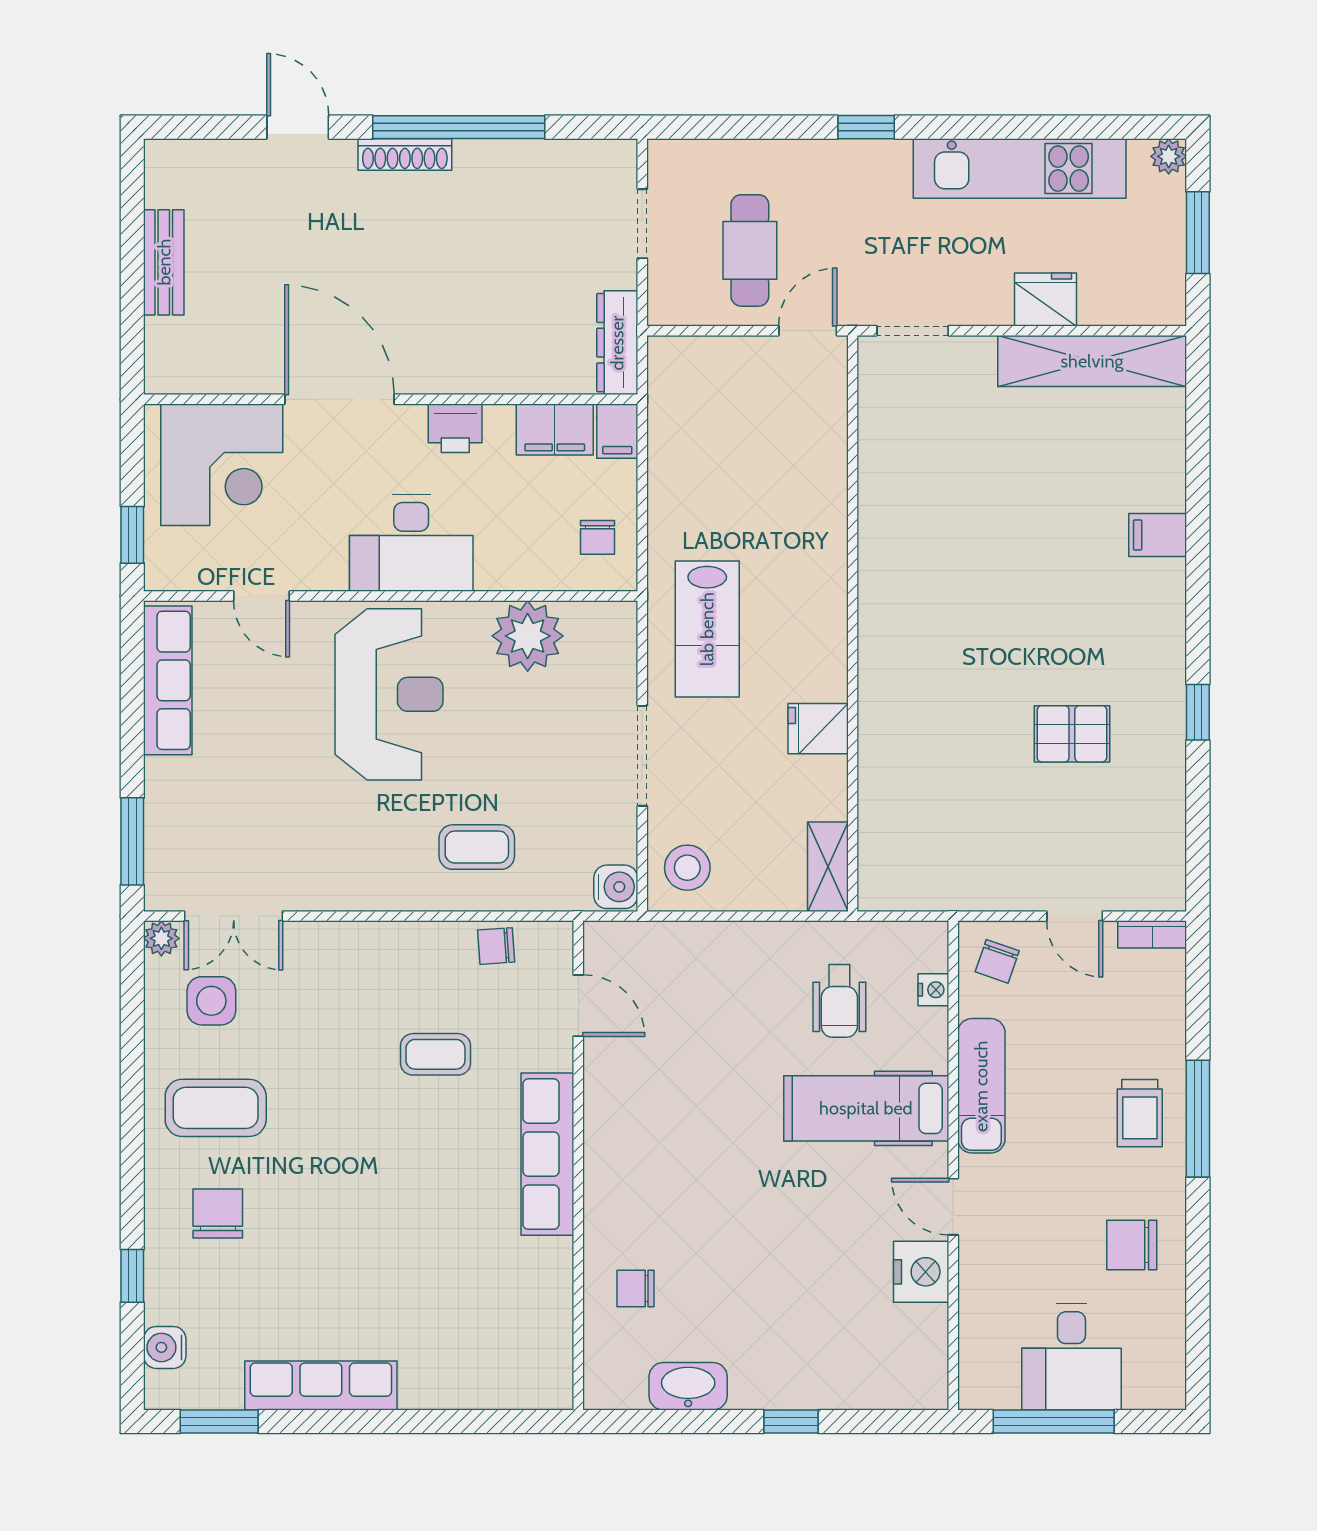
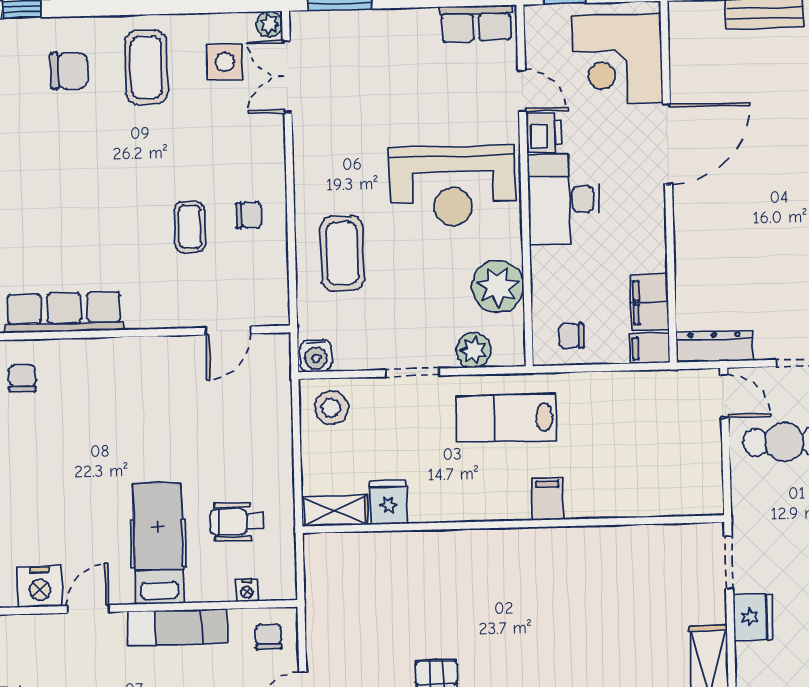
fridge: (1045, 299) -> (753, 617), moved
door: (808, 331) -> (724, 396), moved
printer: (455, 428) -> (544, 133), moved, turned 180
filing cabinet: (819, 576) -> (547, 499), added
door: (262, 596) -> (522, 91), swing flipped
plant: (614, 671) -> (474, 350), added
row of seats: (168, 680) -> (476, 23), width x0.68
fridge: (818, 729) -> (388, 502), moved
doorway: (642, 756) -> (412, 373), width x0.73
coffee table: (477, 847) -> (342, 253), width x1.36, depth x1.30
chair: (496, 946) -> (249, 215), moved, turned 94
chair: (997, 961) -> (269, 637), turned 71
row of seats: (547, 1154) -> (64, 312), moved

